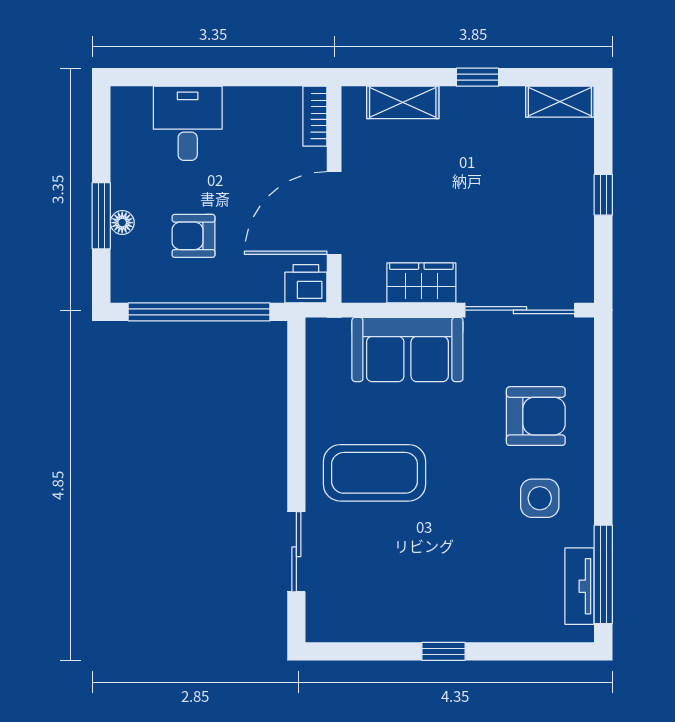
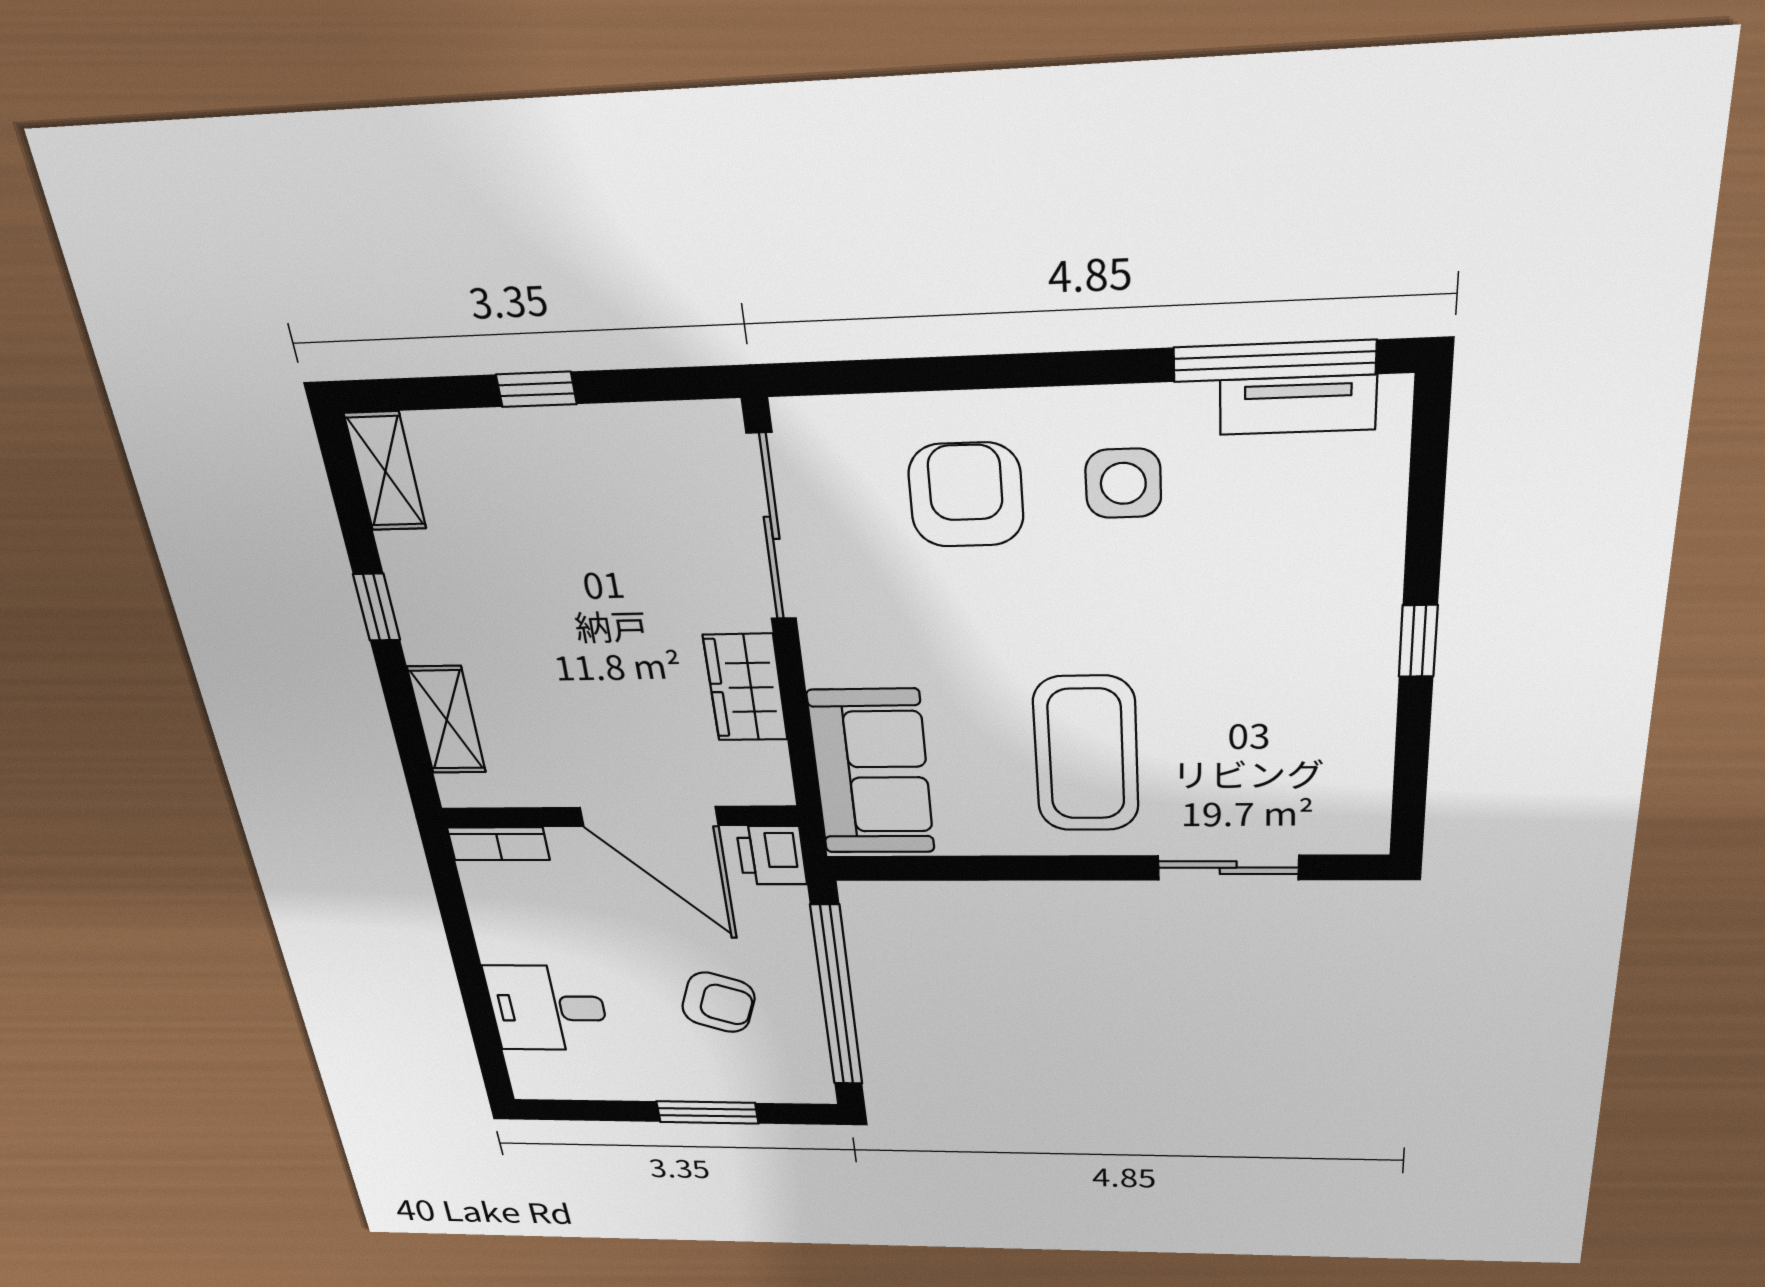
floor lamp: (122, 223) -> (713, 1088), removed
armchair: (194, 236) -> (718, 1002), turned -71
sofa: (407, 349) -> (872, 772), moved

